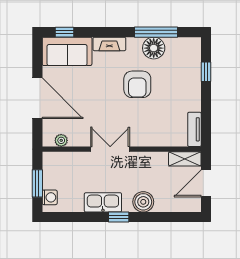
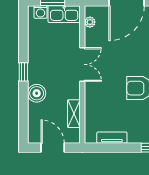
tv unit: (194, 129) -> (112, 138), moved
shelving: (185, 159) -> (74, 114), moved
kitchen sink: (103, 202) -> (64, 14), moved, turned 90

